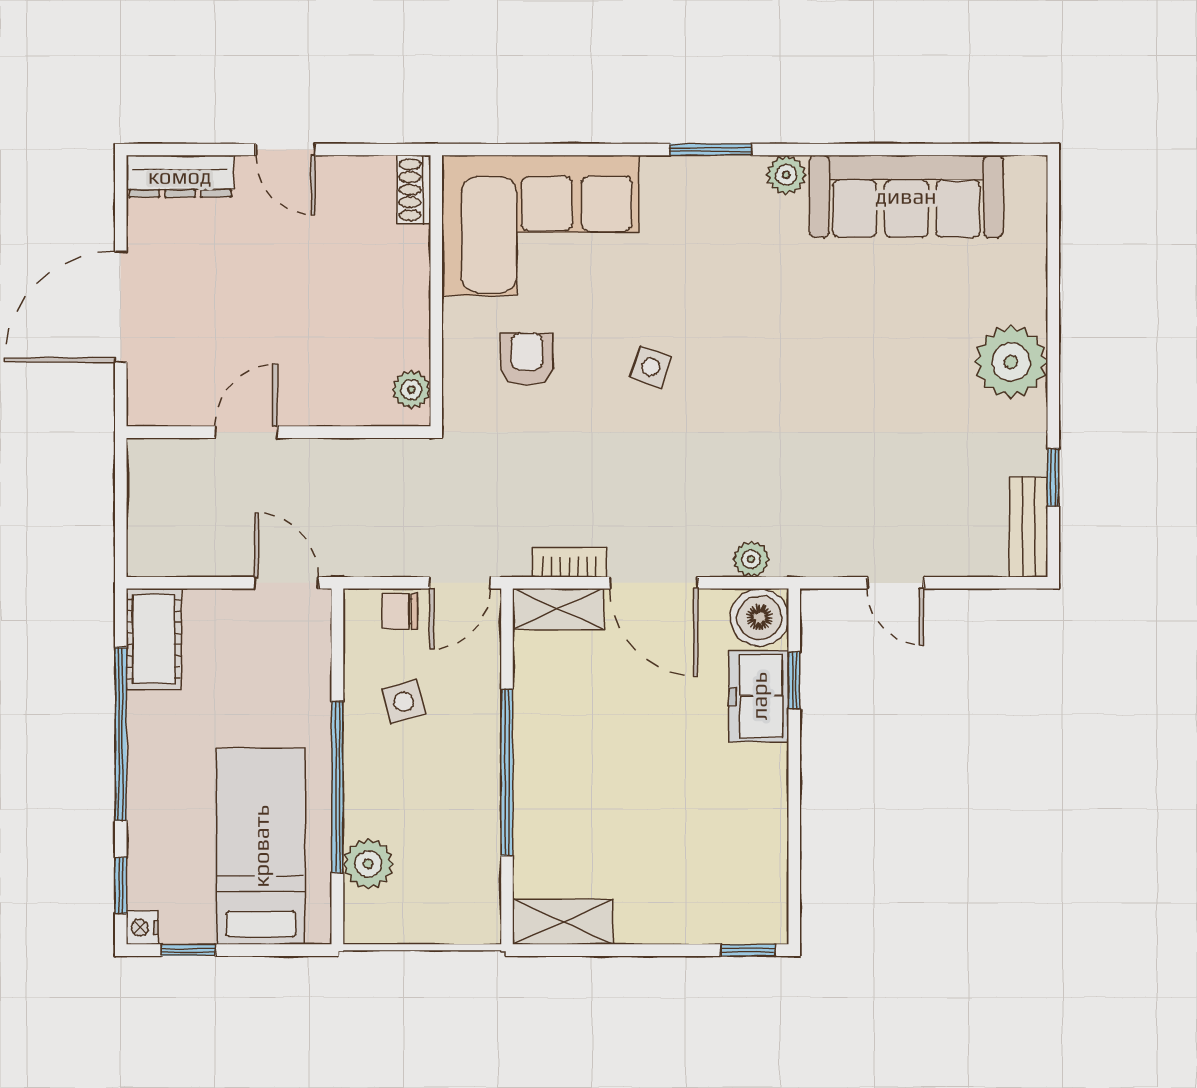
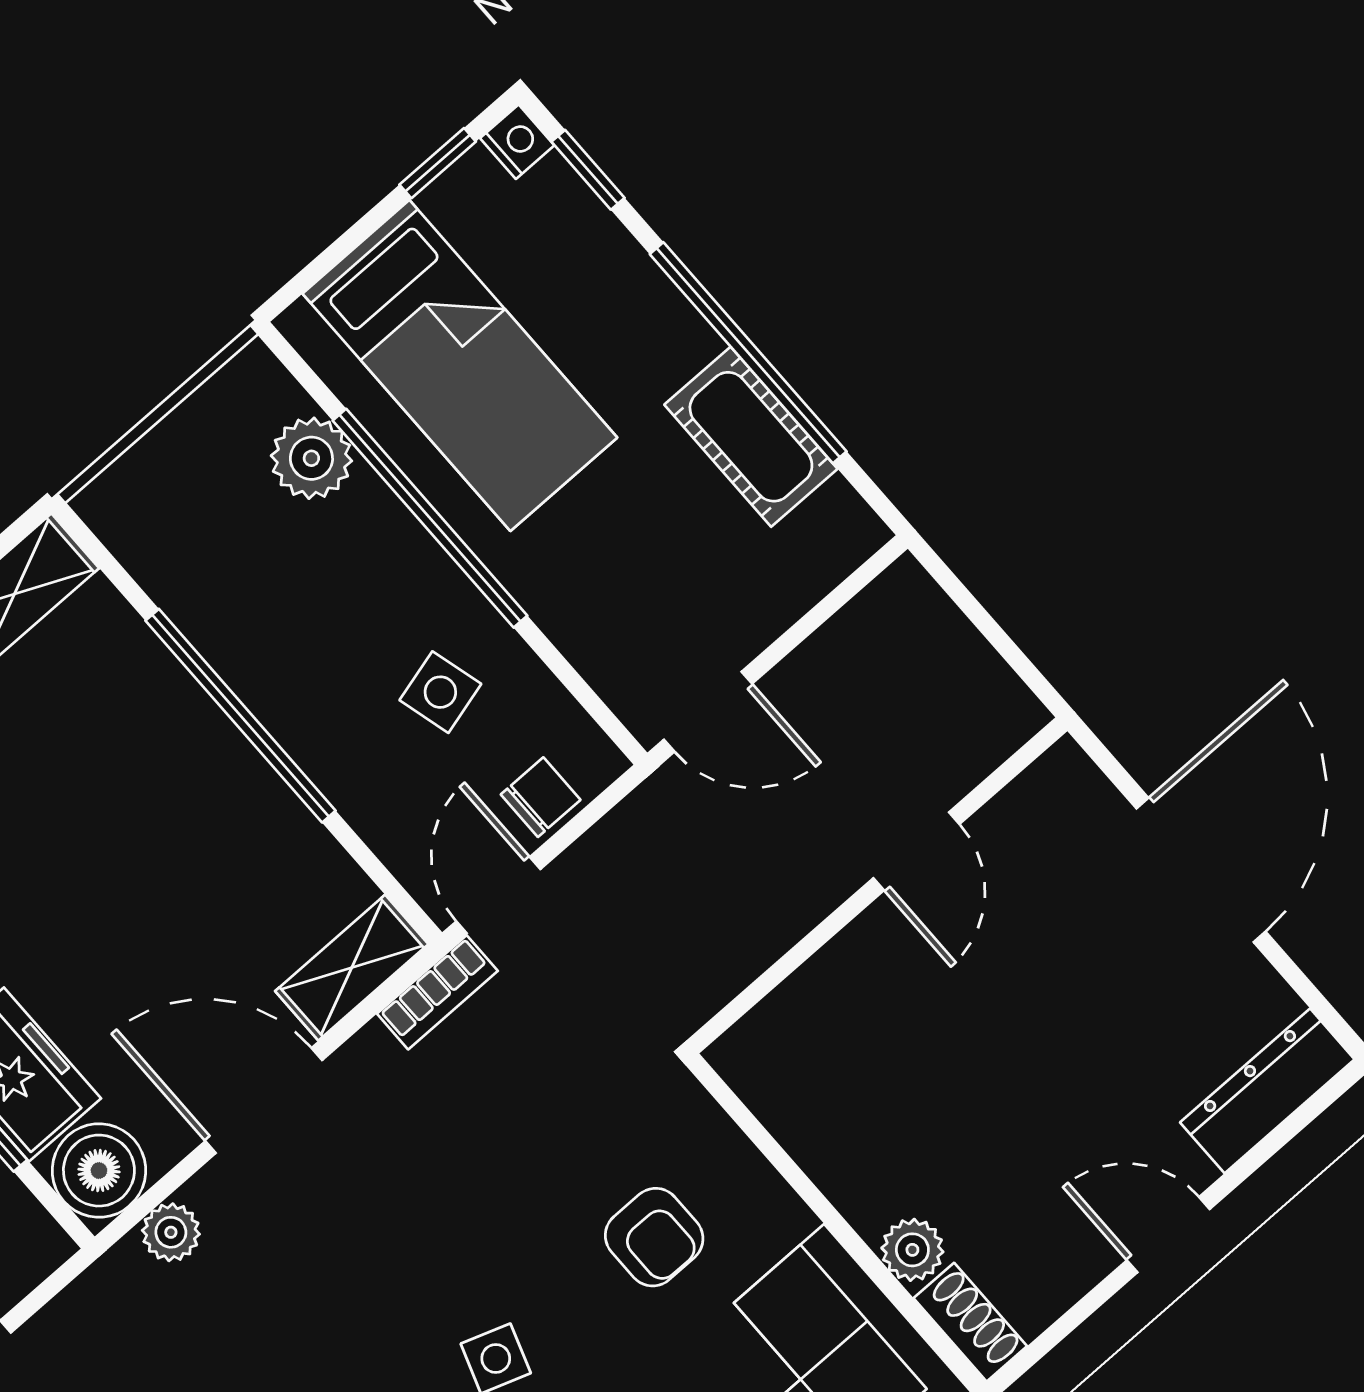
plant: (411, 390) -> (912, 1250), moved
bookcase: (569, 562) -> (437, 992), moved
cot: (154, 639) -> (751, 437), moved

